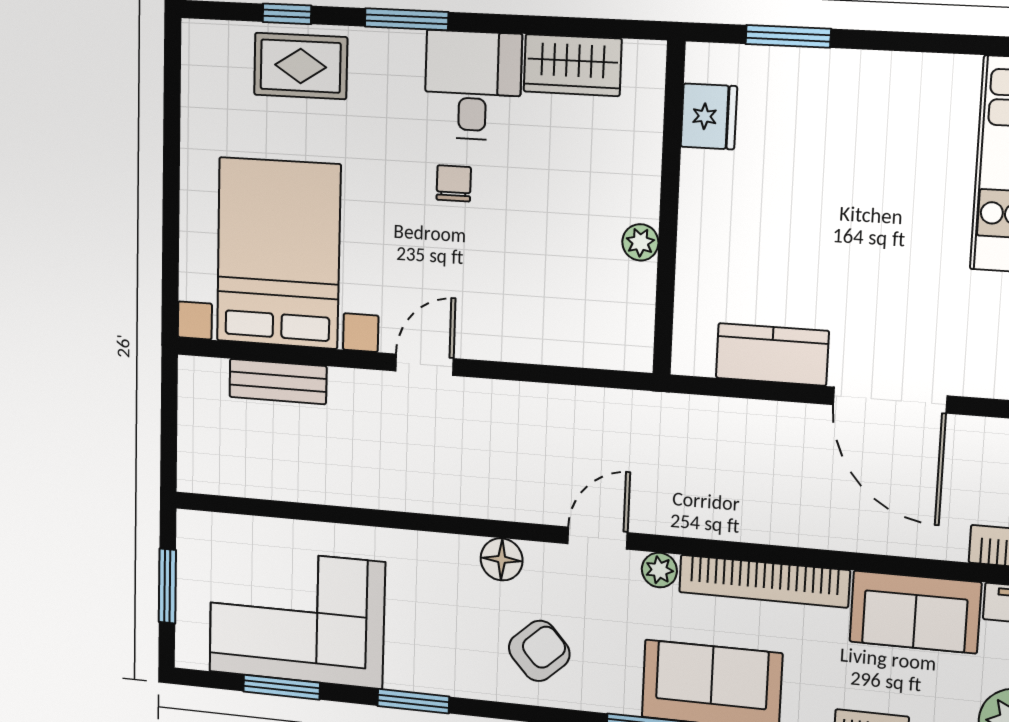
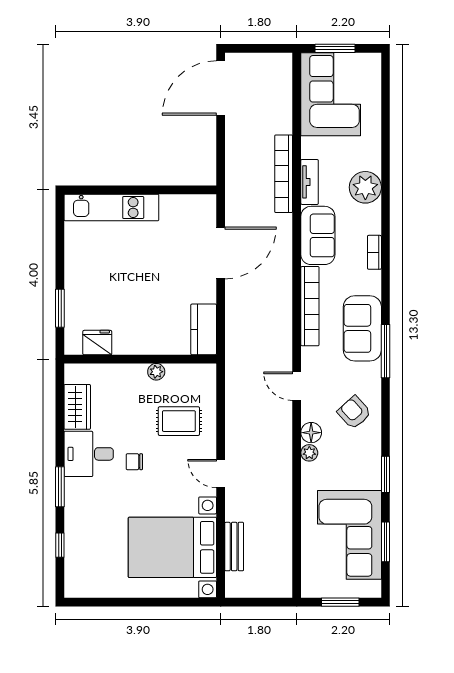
rug: (301, 66) -> (179, 421), moved, turned 90
kitchen counter: (772, 354) -> (204, 329), moved
plant: (659, 570) -> (309, 453), moved

